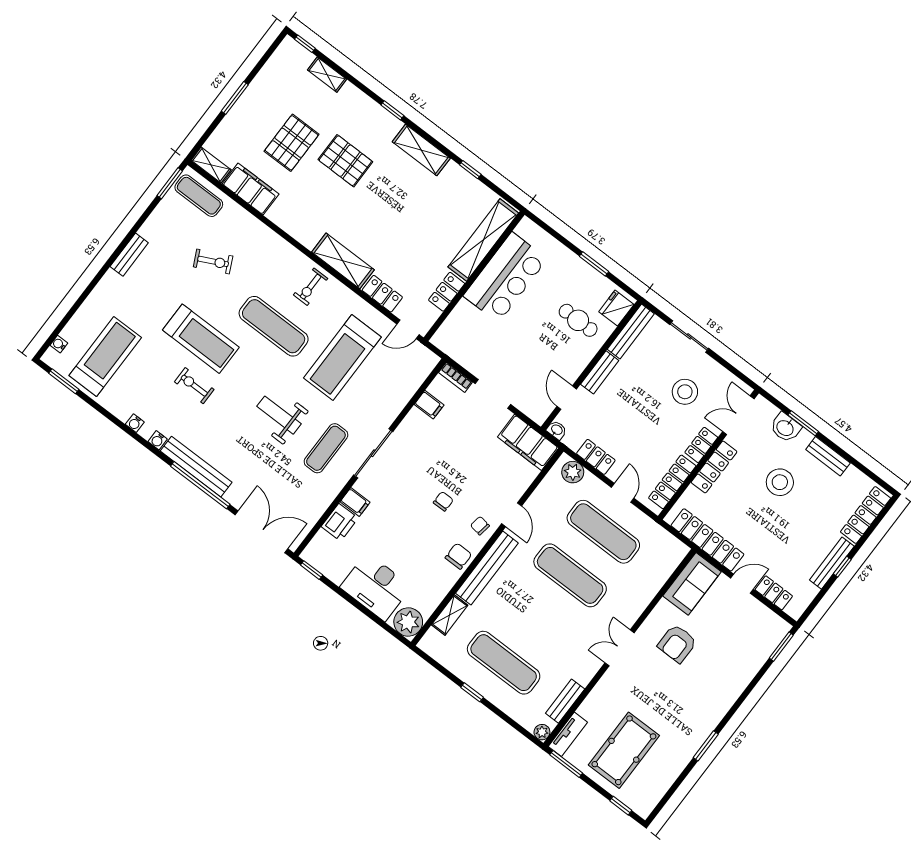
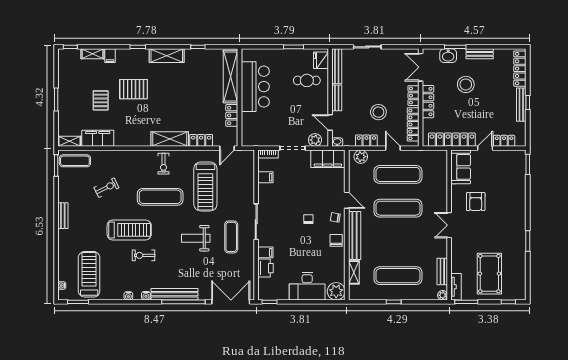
filing cabinet: (348, 94) -> (110, 56), added
pallet: (292, 143) -> (101, 100), width x0.67, depth x0.71
stool: (685, 392) -> (378, 112), moved
plant: (530, 405) -> (315, 140), added

